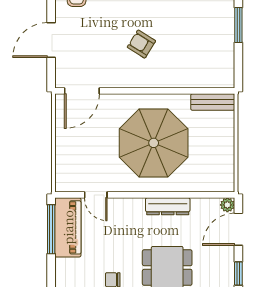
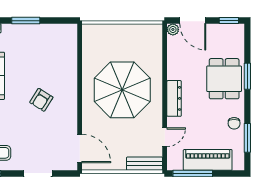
bench: (213, 102) -> (144, 164), moved, turned 90
dresser: (168, 206) -> (174, 98), moved
piano: (68, 227) -> (208, 160), moved

